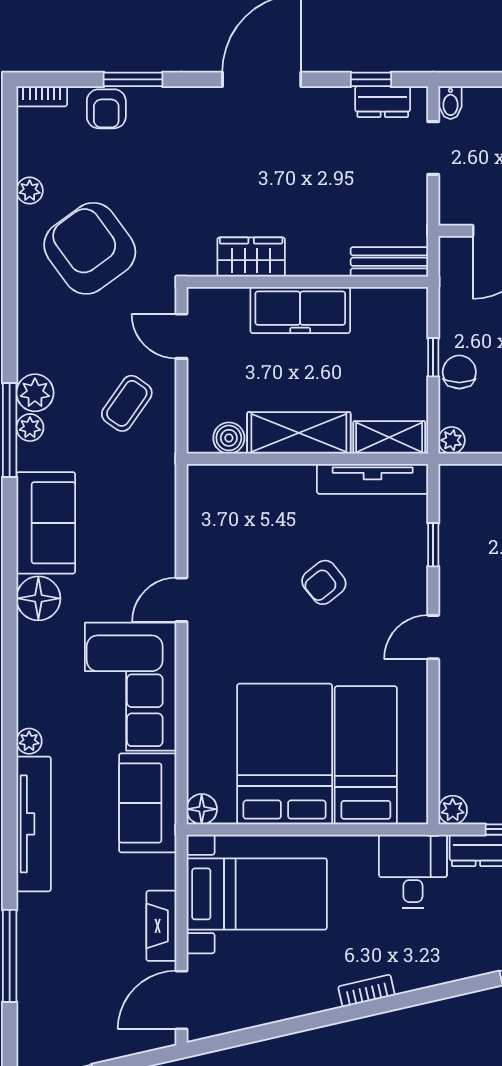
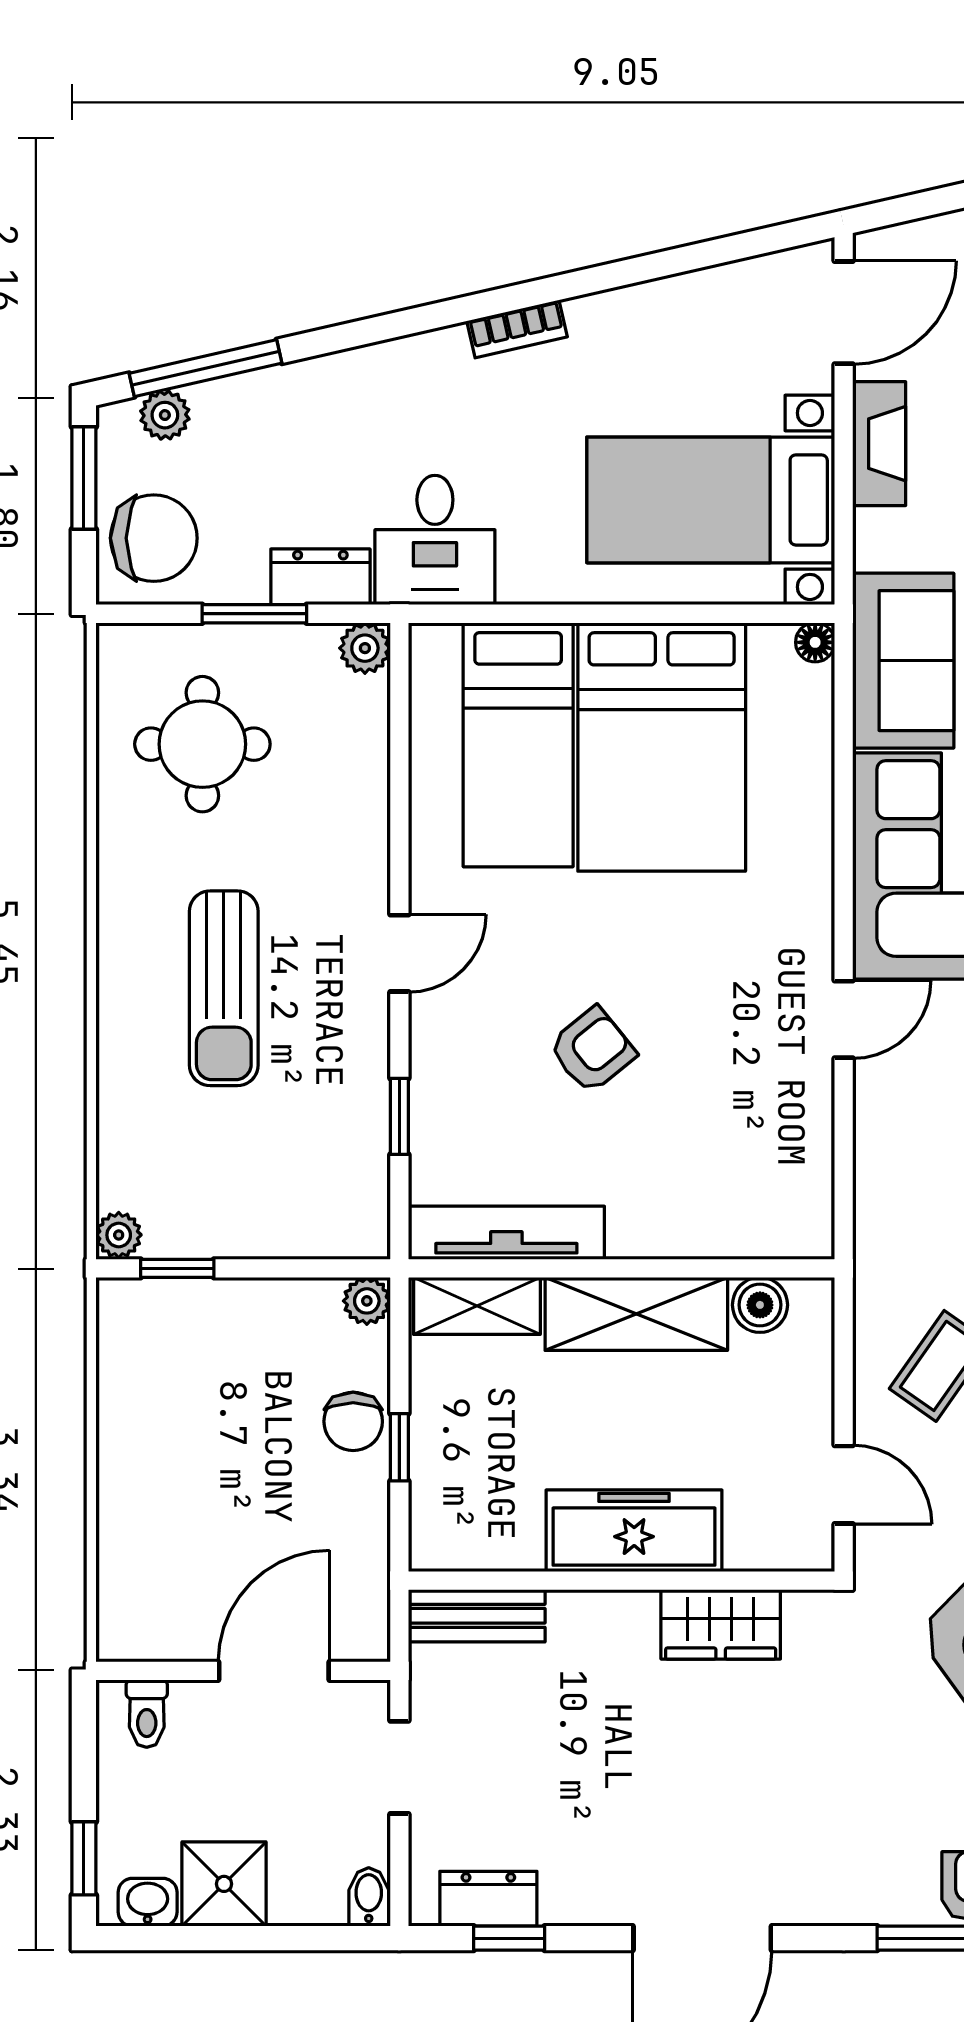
doorway: (433, 148) -> (399, 1767), moved
floor lamp: (202, 809) -> (815, 642), width x0.73, depth x0.73

